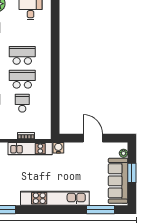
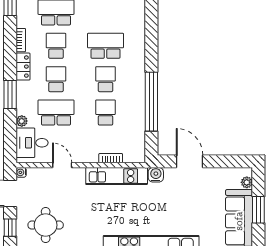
school desk: (22, 79) -> (106, 79), width x0.54
window: (55, 95) -> (151, 102), added
door: (93, 138) -> (190, 161), moved

